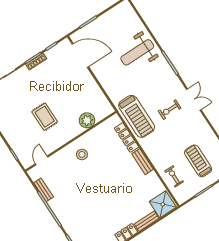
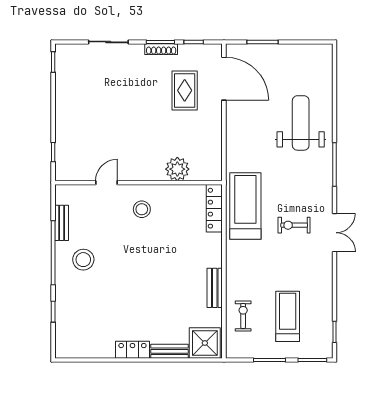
weight bench: (137, 52) -> (301, 123), turned 90
treadmill: (137, 116) -> (245, 206), turned 180
rug: (45, 117) -> (185, 90), moved
locker: (127, 137) -> (214, 208), moved
door: (42, 160) -> (107, 183), moved
bench: (142, 162) -> (215, 288), moved
stool: (68, 202) -> (83, 260), added

